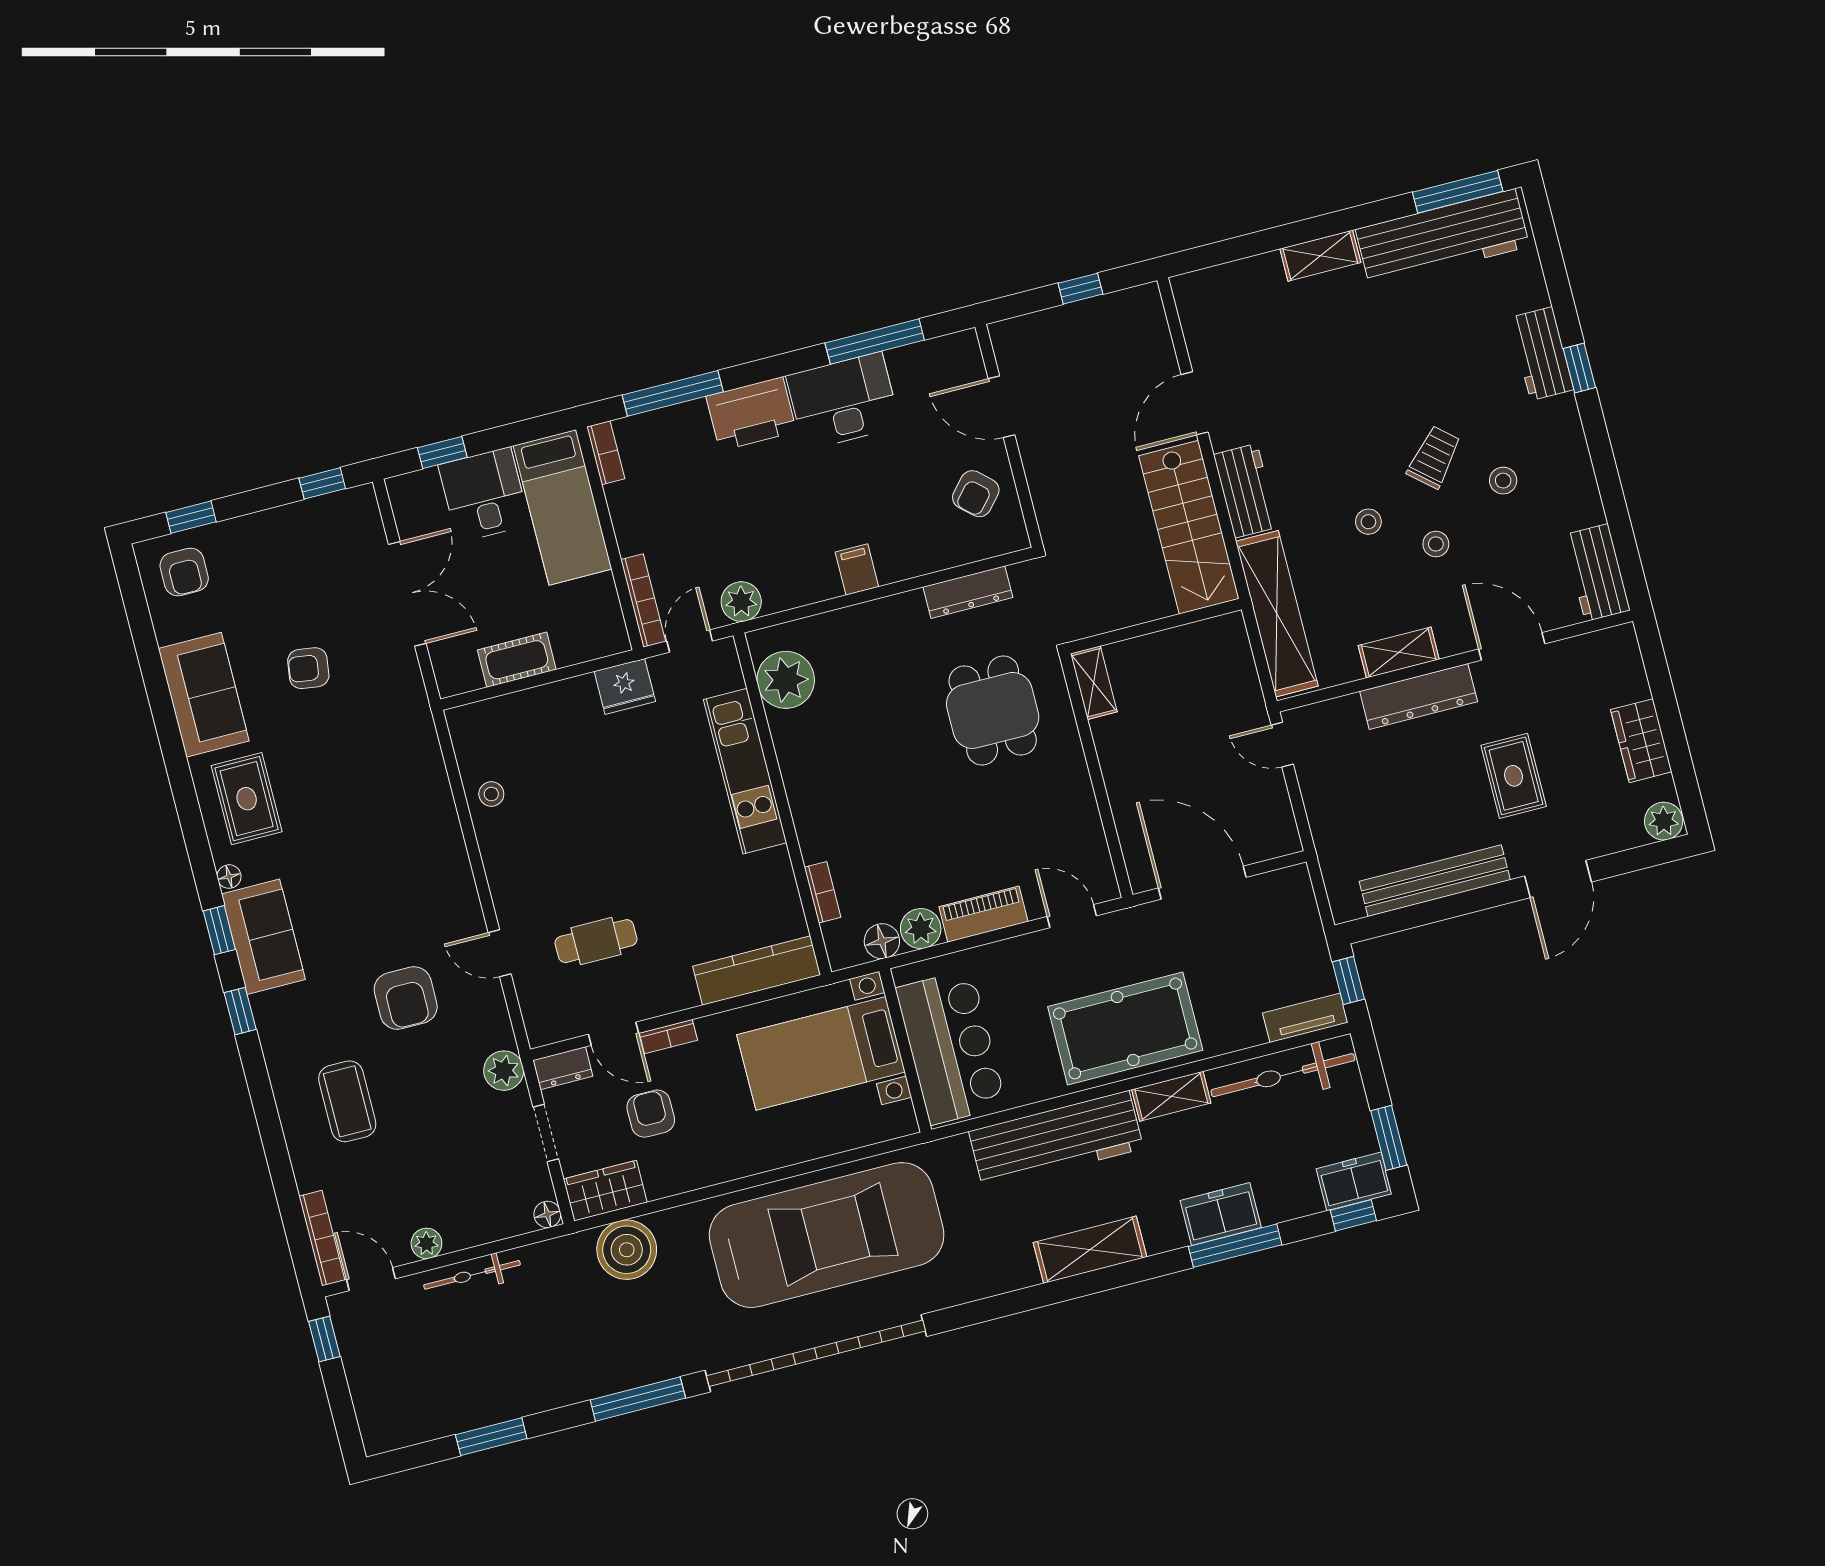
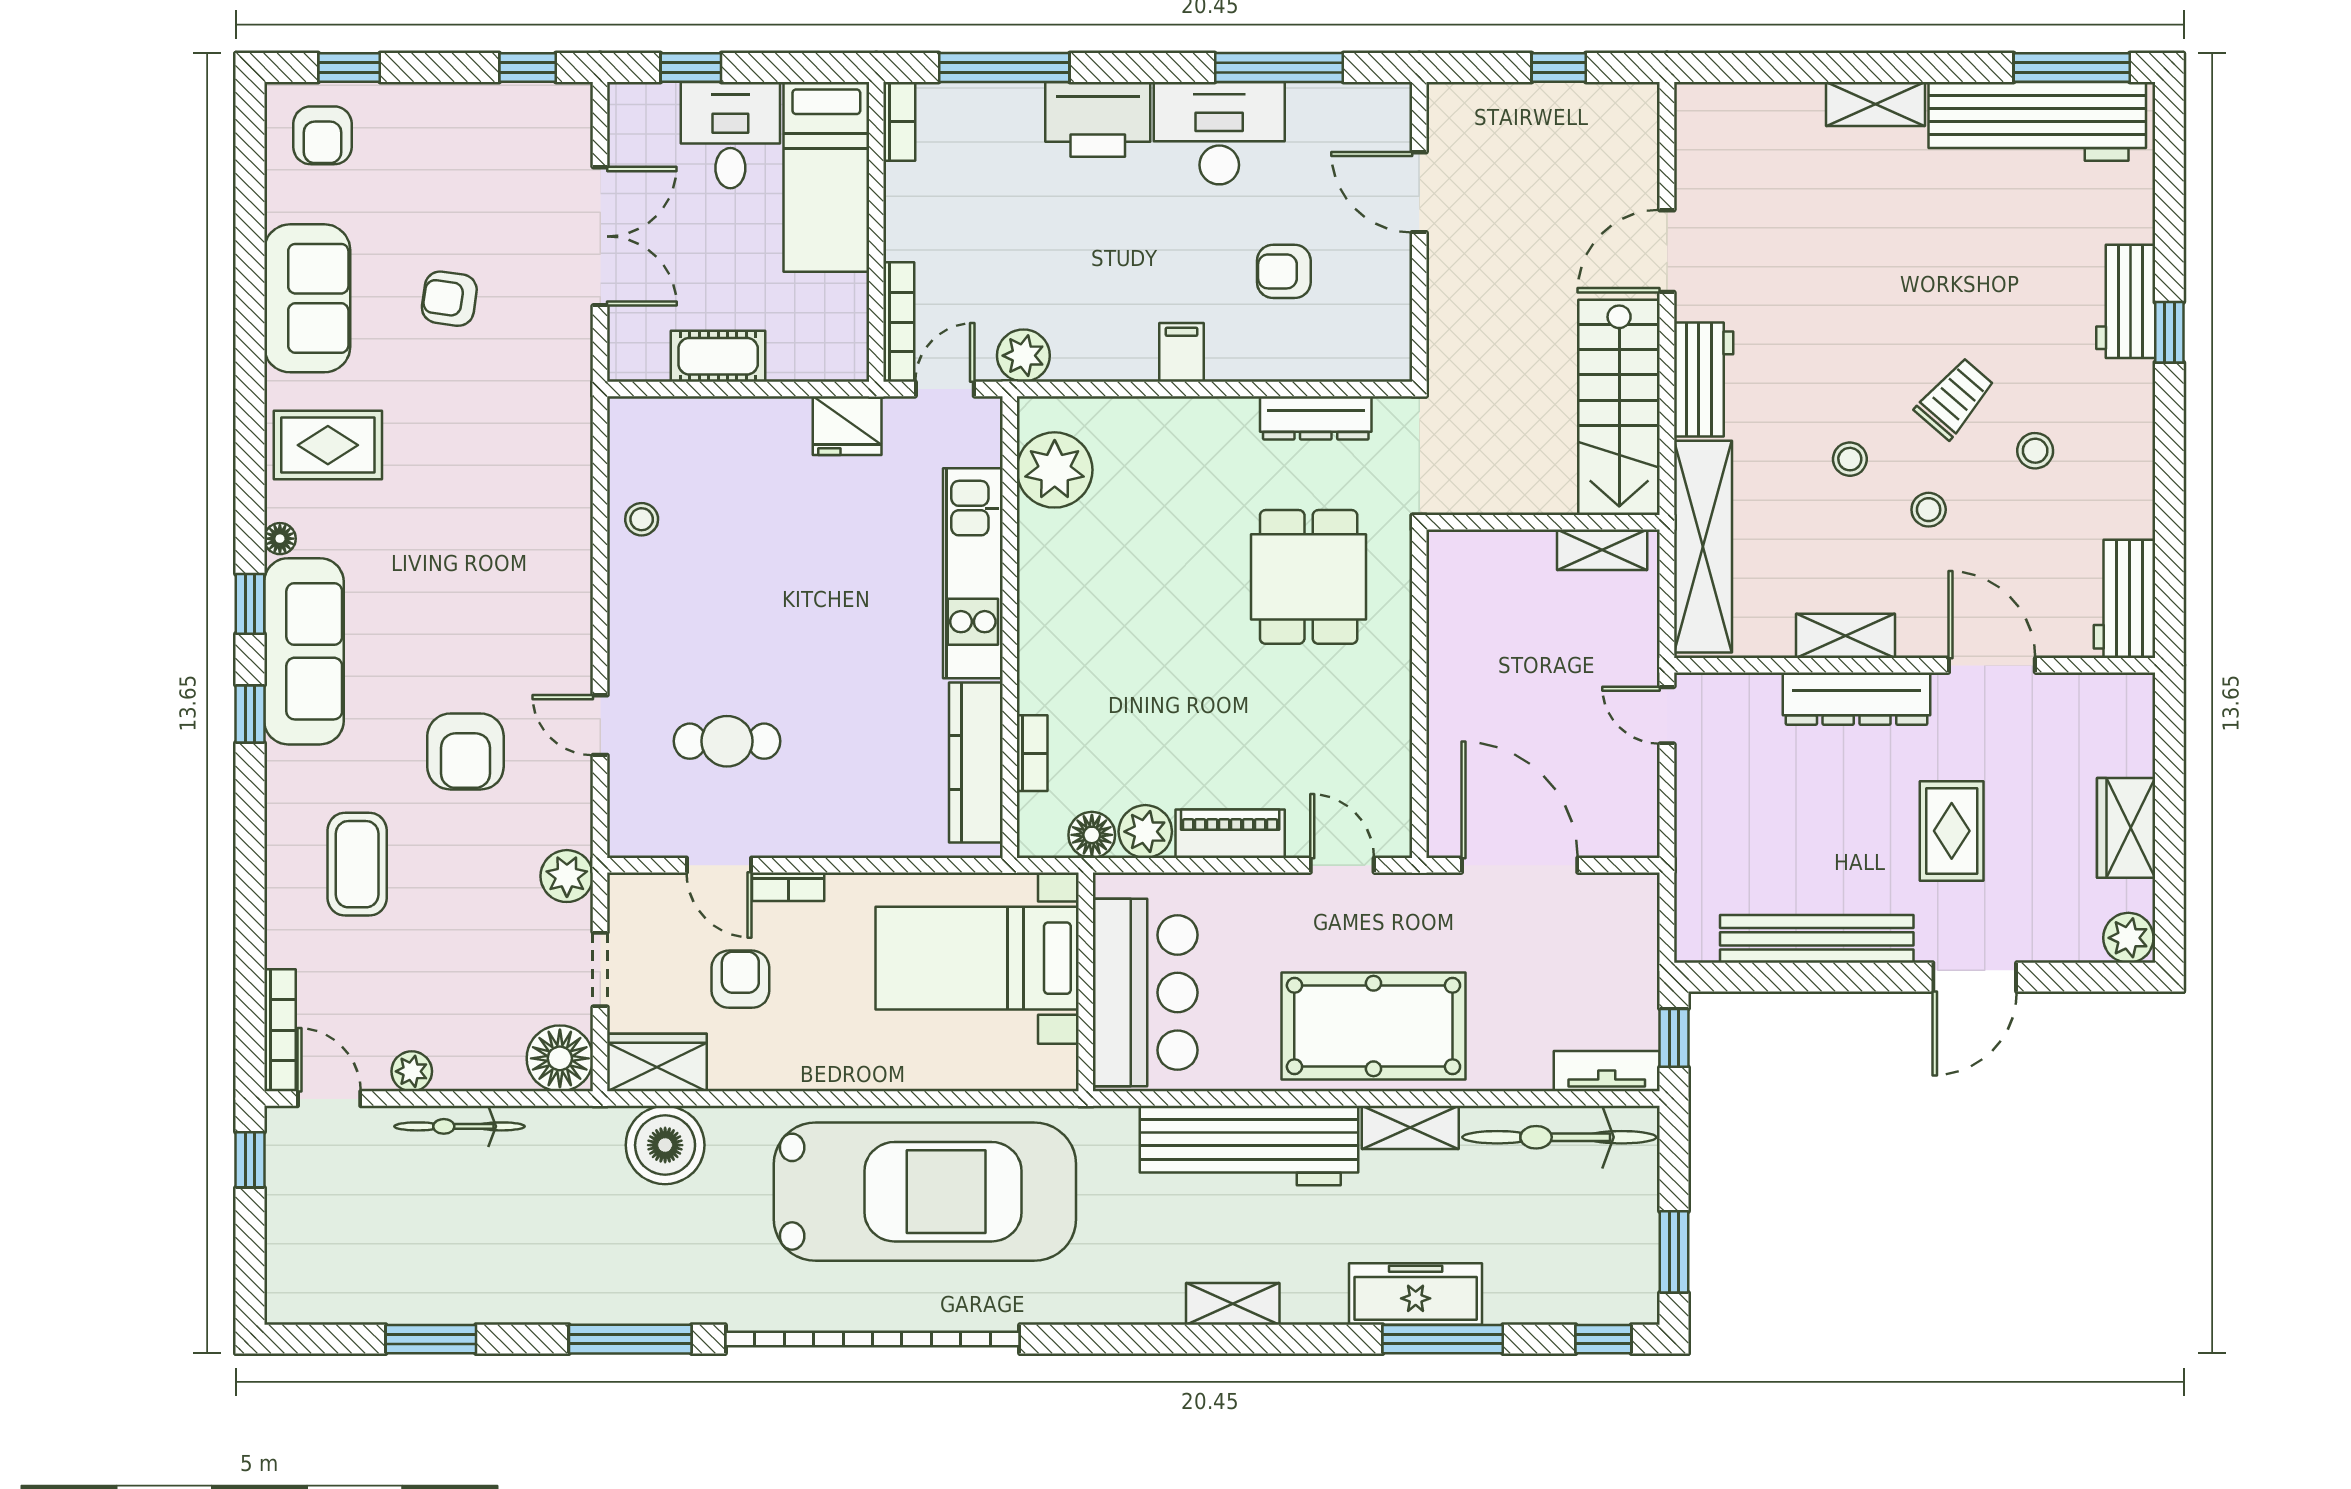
armchair: (976, 494) -> (1284, 271), moved, turned 48
shelving: (1094, 683) -> (1602, 550), moved, turned 90
rug: (247, 799) -> (328, 445), turned 90
sofa: (263, 937) -> (304, 651), width x1.36
kitchen counter: (757, 971) -> (976, 763), moved, turned -90
dresser: (563, 1068) -> (643, 893), removed
freezer: (1354, 1181) -> (1615, 1296), removed
floor lamp: (547, 1214) -> (560, 1058), width x1.89, depth x1.89
freezer: (1221, 1214) -> (1416, 1294), width x1.40
shelving: (1090, 1250) -> (1233, 1304), width x0.67, depth x0.75

